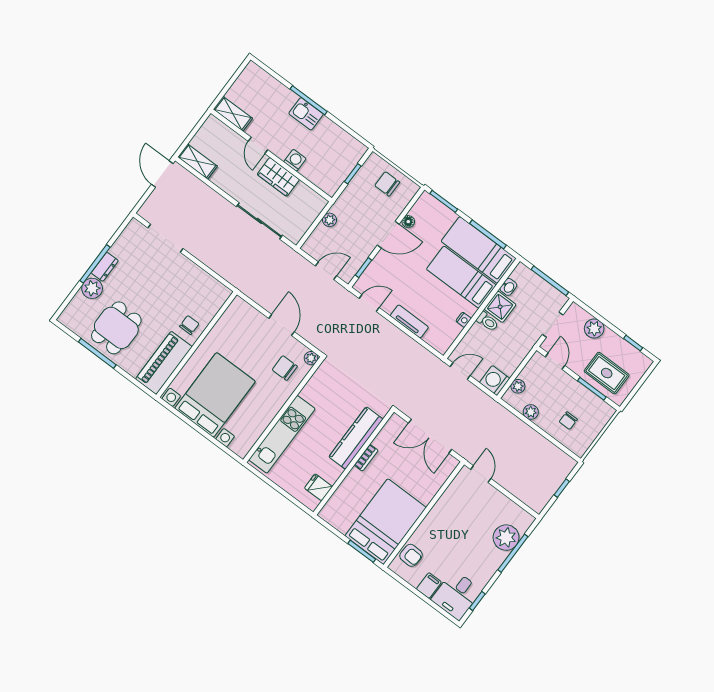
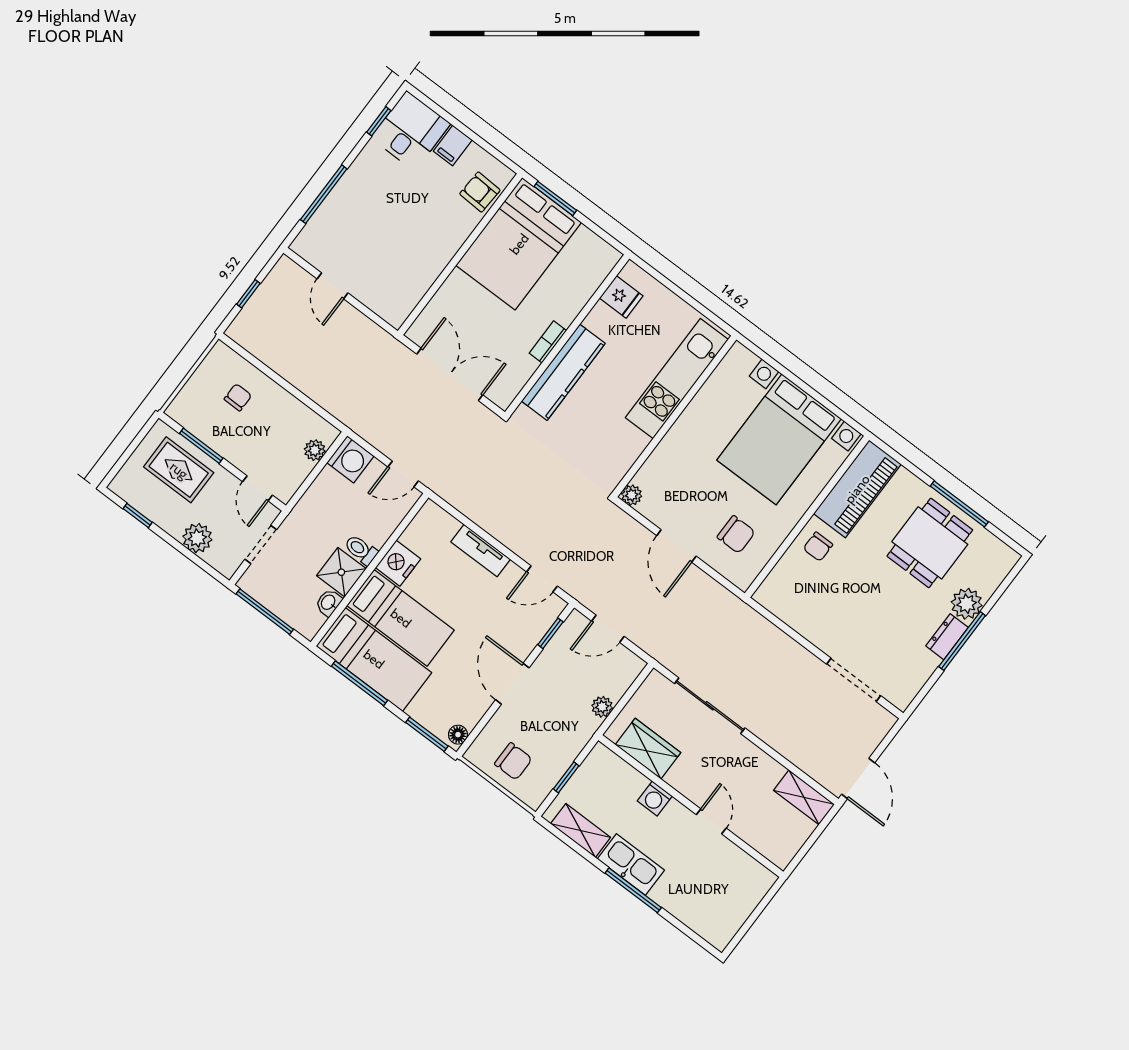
shelving: (233, 114) -> (581, 831), moved
kitchen sink: (306, 114) -> (631, 865), width x1.38
wardrobe: (278, 177) -> (648, 749), moved
floor lamp: (408, 222) -> (458, 735), moved
door: (388, 235) -> (512, 684), hinge flipped
nightstand: (464, 320) -> (398, 563), width x1.89, depth x1.79
chair: (285, 368) -> (736, 535), moved
plant: (531, 412) -> (295, 411), removed
door: (481, 474) -> (333, 286), moved
plant: (506, 538) -> (334, 218), removed

